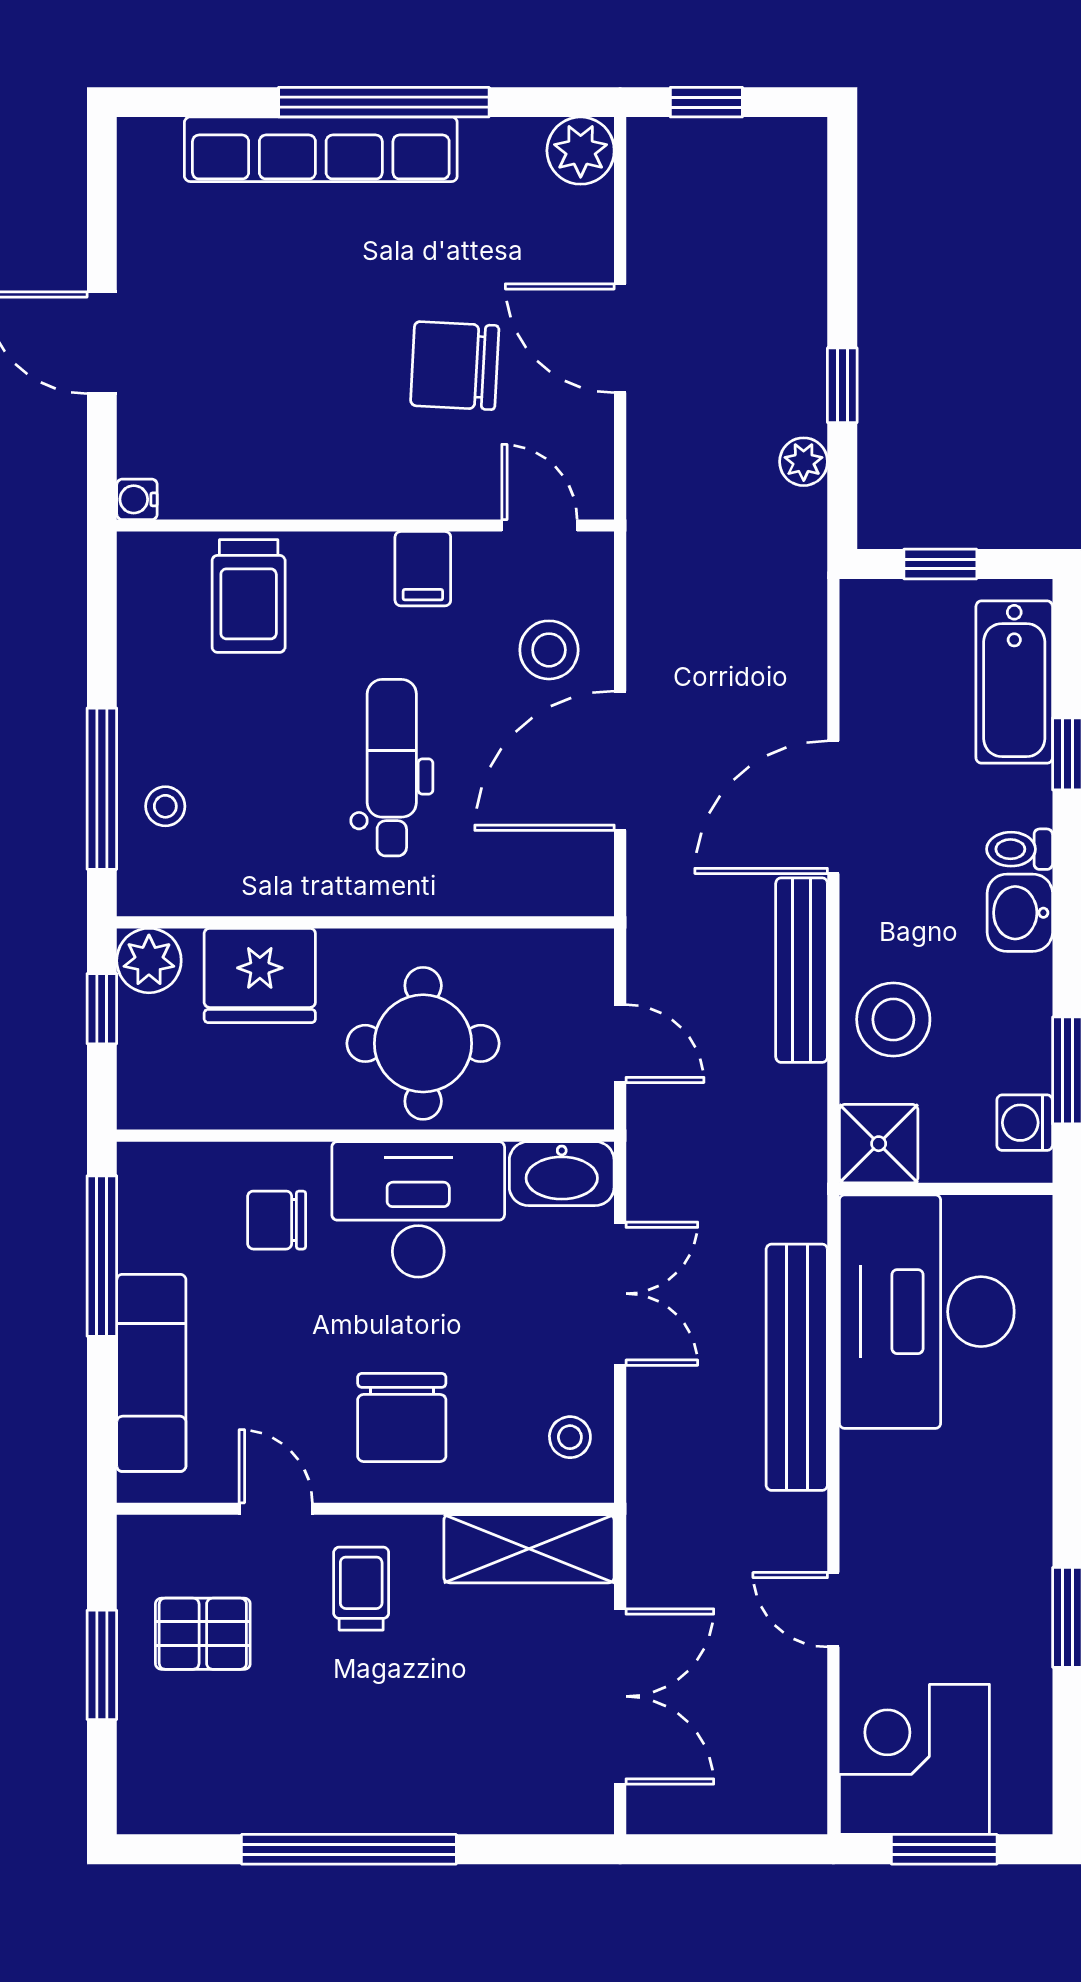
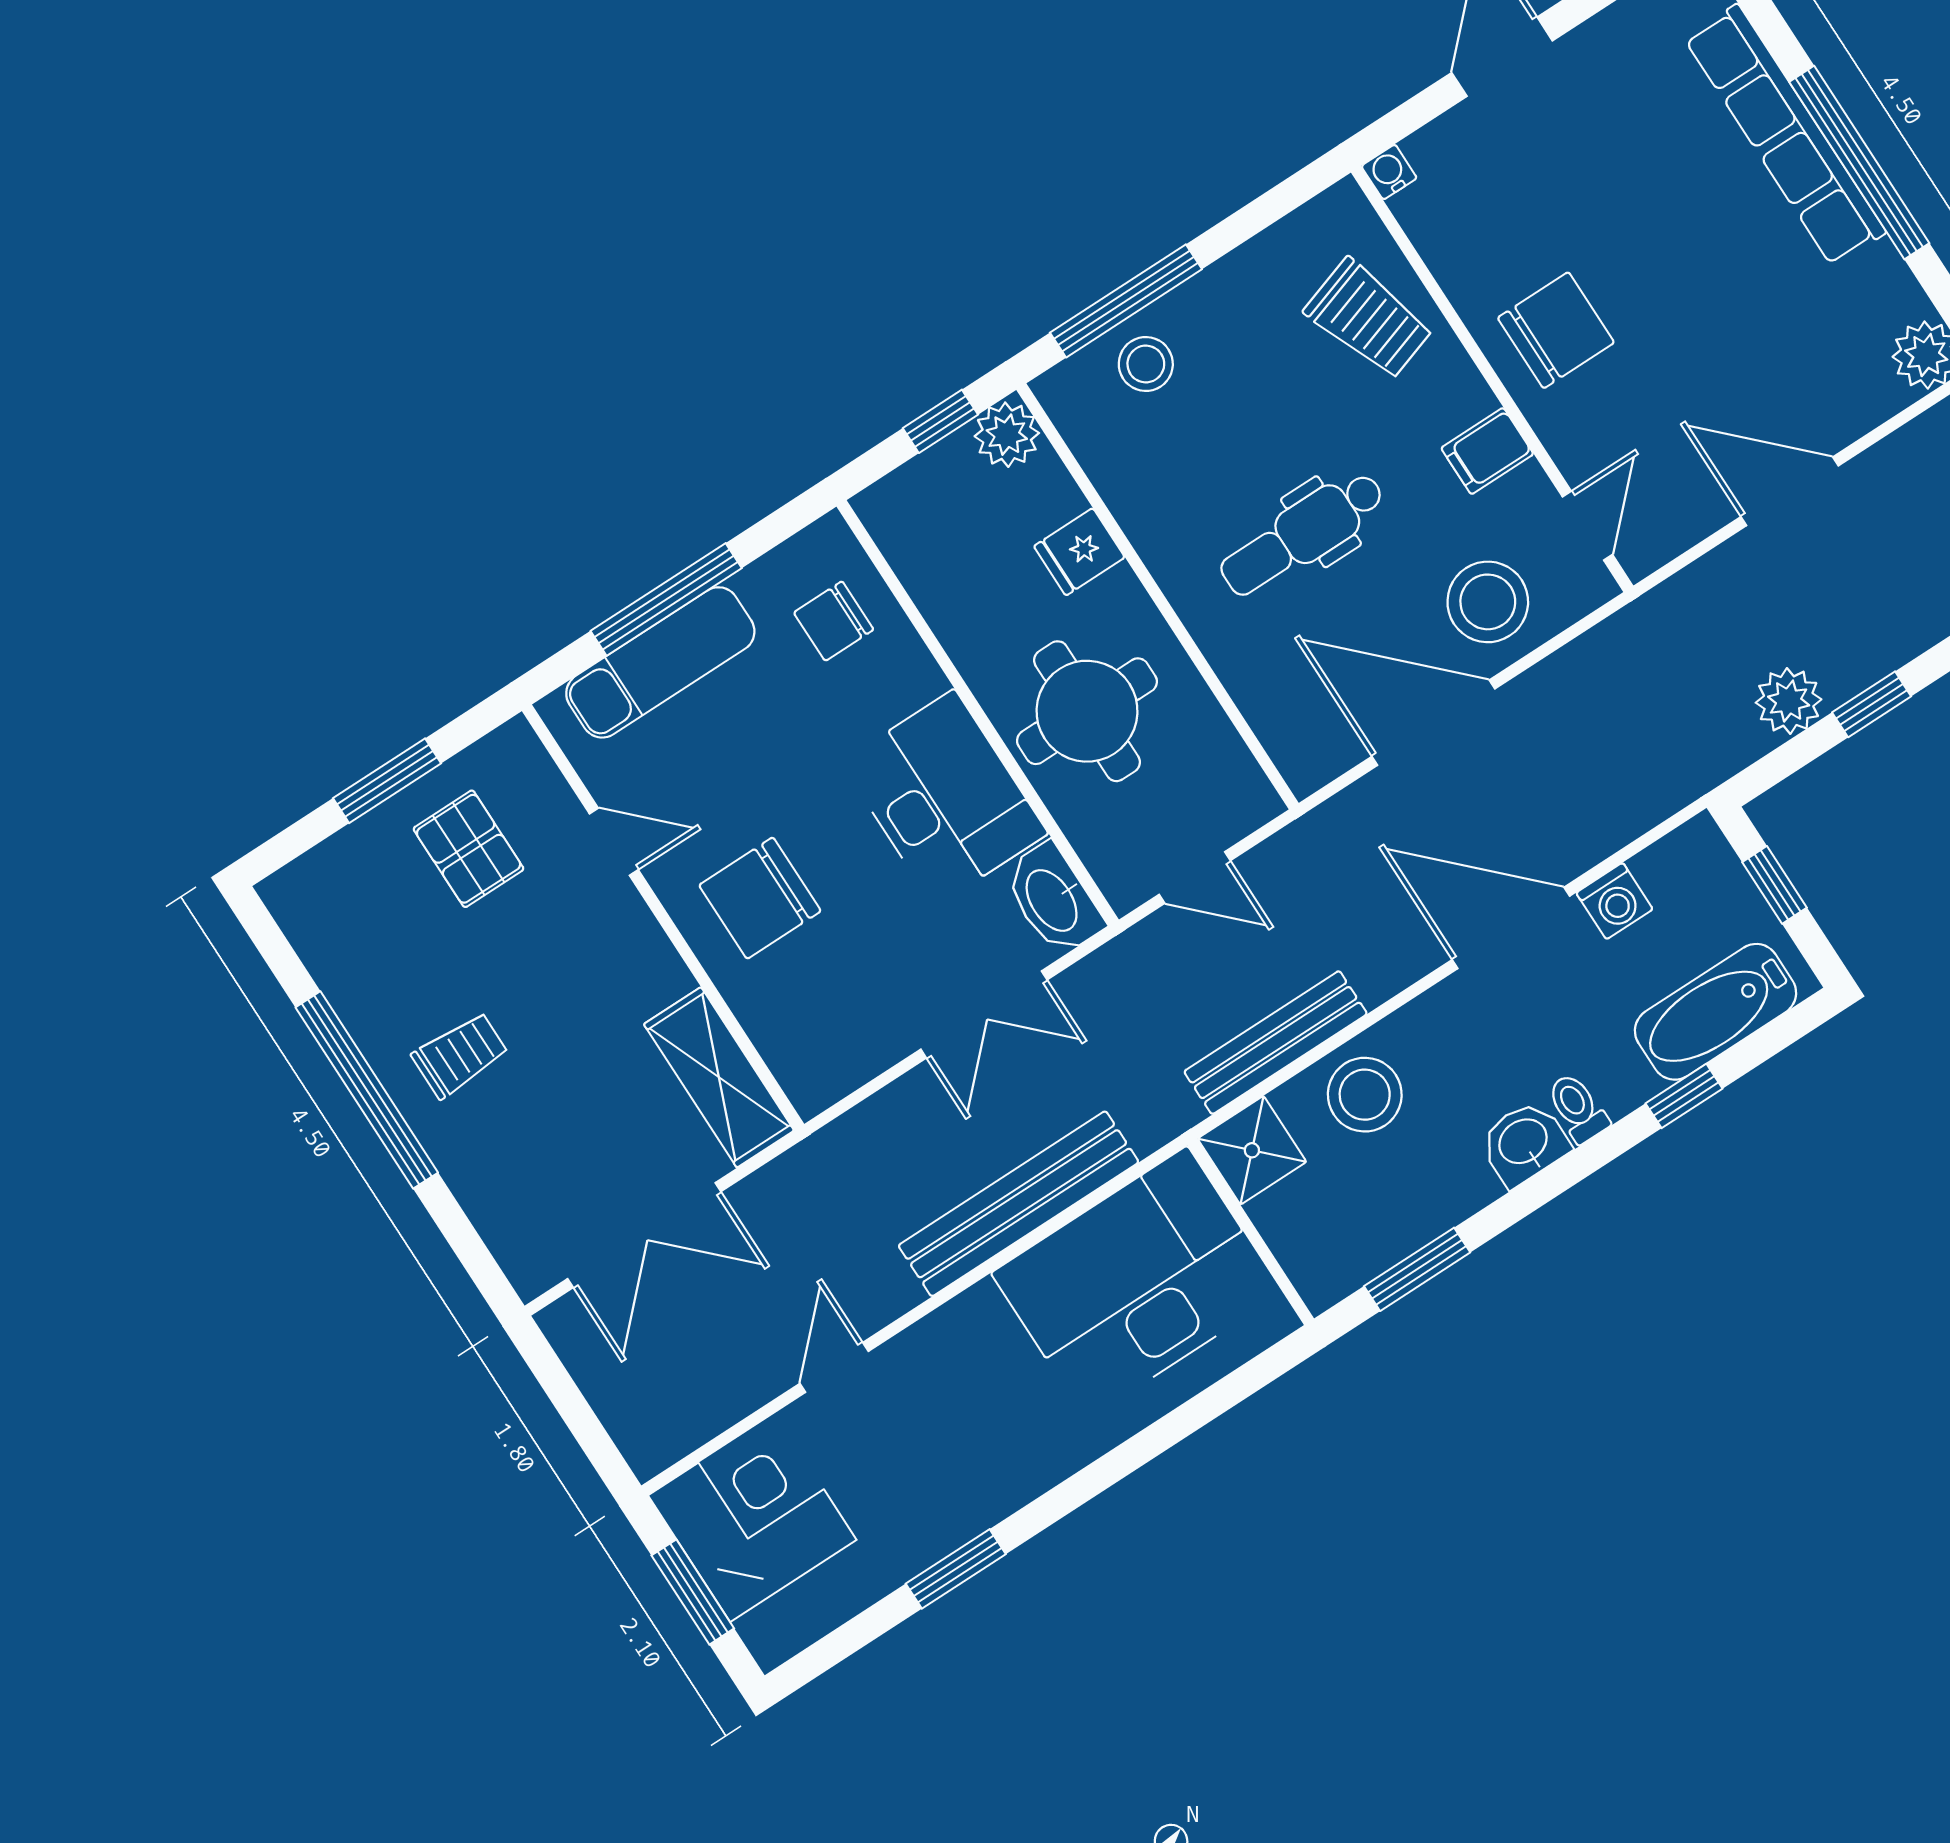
door: (620, 338) -> (1790, 491), hinge flipped
chair: (455, 366) -> (1556, 330), moved, turned 87
plant: (804, 462) -> (1789, 701), width x1.38, depth x1.38
trolley: (249, 596) -> (1369, 319), turned -108
stool: (549, 650) -> (1488, 602), width x1.38, depth x1.38
dental chair: (392, 768) -> (1302, 534), turned 180
stool: (165, 806) -> (1146, 364), width x1.37, depth x1.37
bench: (802, 970) -> (1276, 1043), moved
fridge: (260, 975) -> (1079, 552), width x0.53, depth x0.75
door: (620, 1044) -> (1195, 878), hinge flipped
washing machine: (1025, 1123) -> (1615, 901), moved, turned 180
chair: (277, 1220) -> (834, 621), moved, turned -90
window: (102, 1256) -> (666, 599), moved
stool: (570, 1437) -> (835, 1051), removed
door: (276, 1509) -> (614, 842), hinge flipped
trolley: (361, 1589) -> (460, 1055), moved

